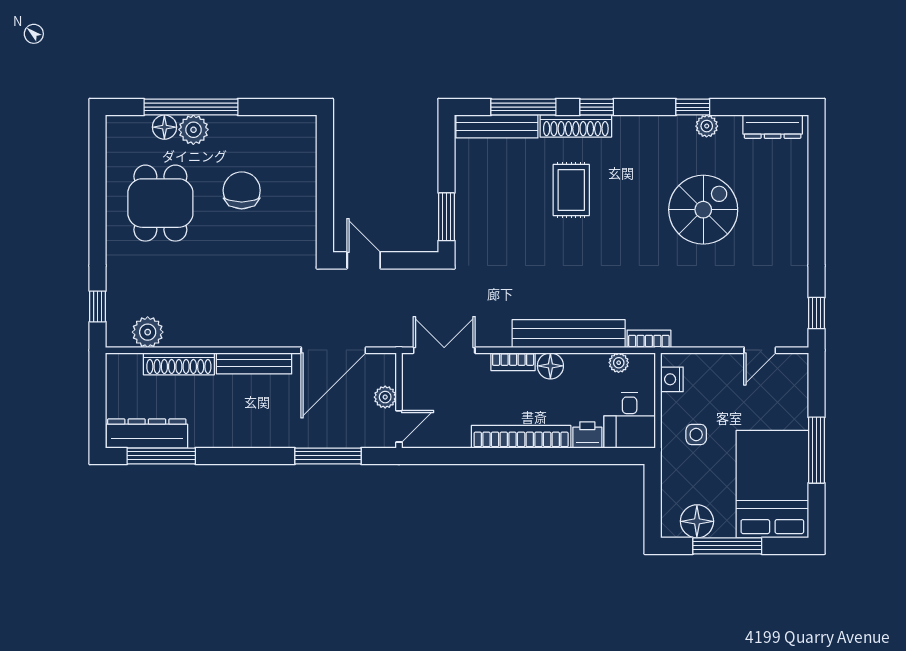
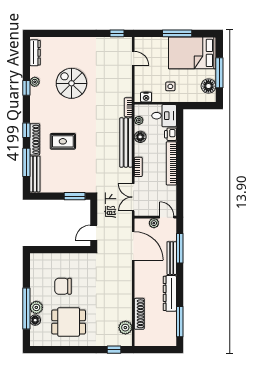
bench: (254, 363) -> (172, 258), moved
floor lamp: (550, 366) -> (140, 137), moved
dresser: (147, 433) -> (170, 293), moved

